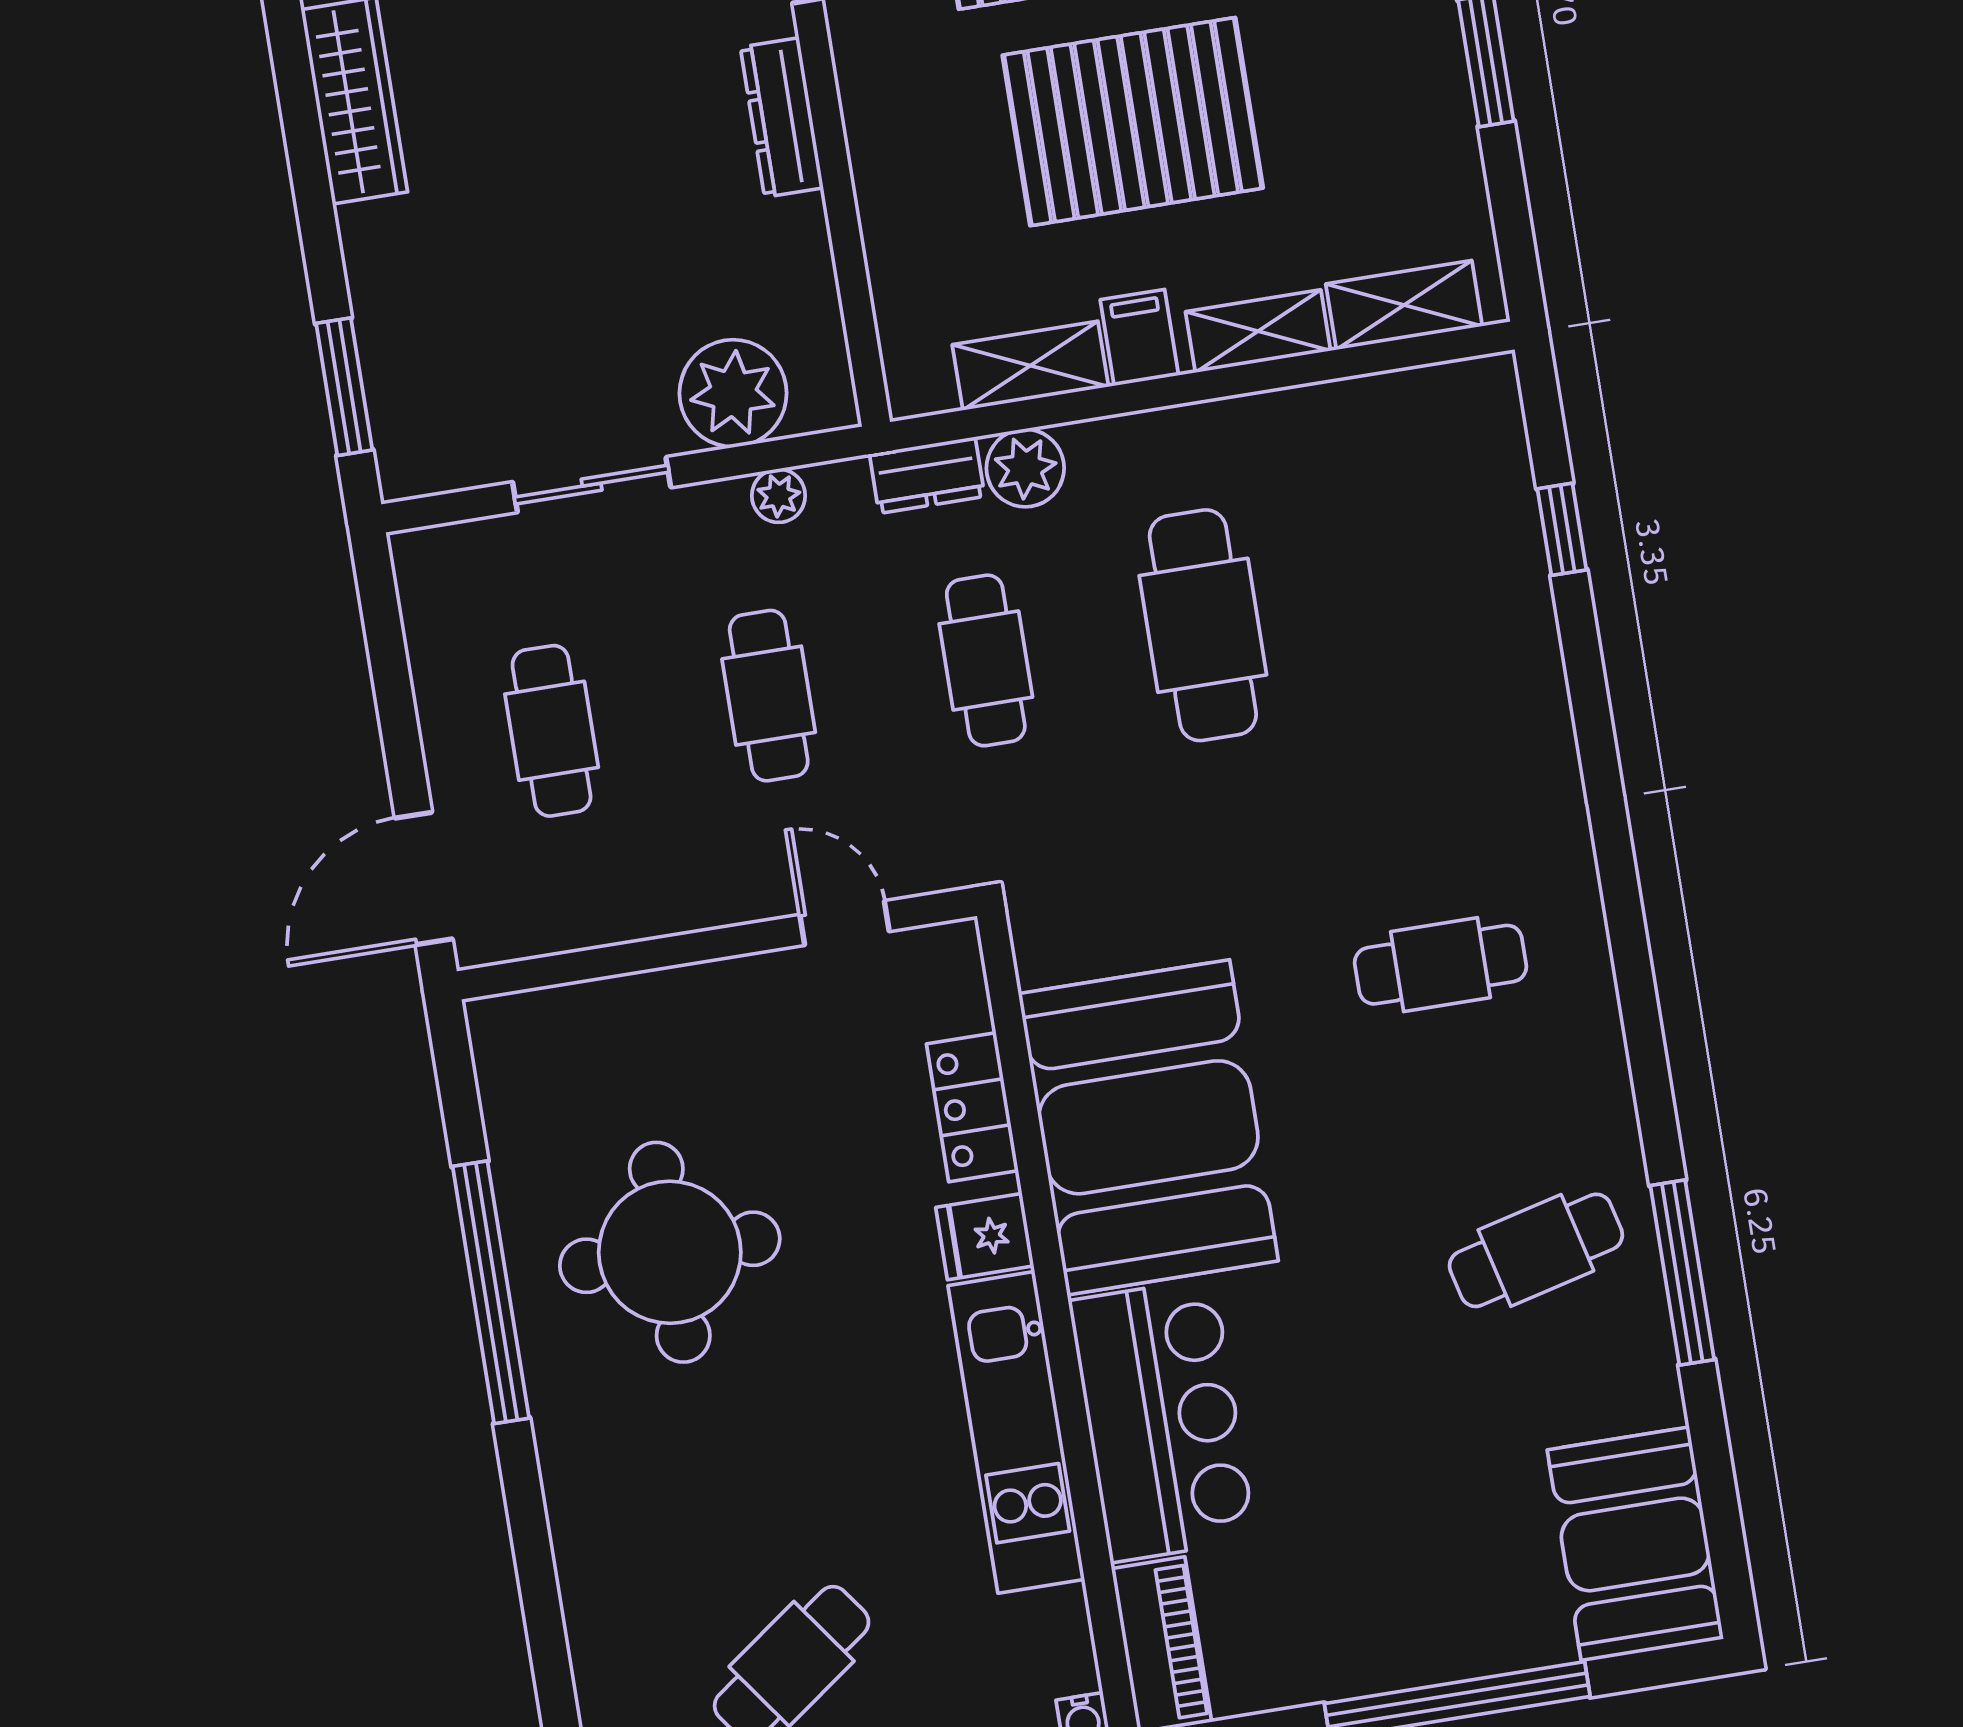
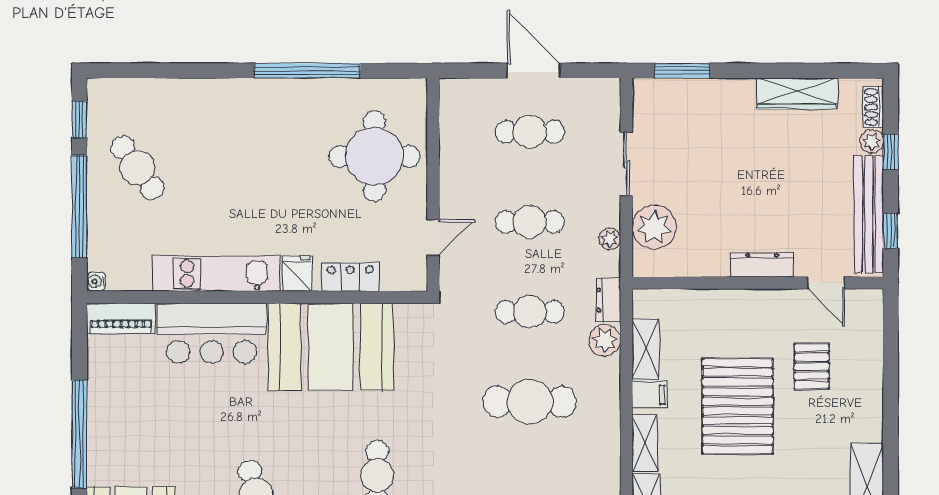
door: (424, 879) -> (534, 71), moved
round table: (670, 1252) -> (375, 156), moved

